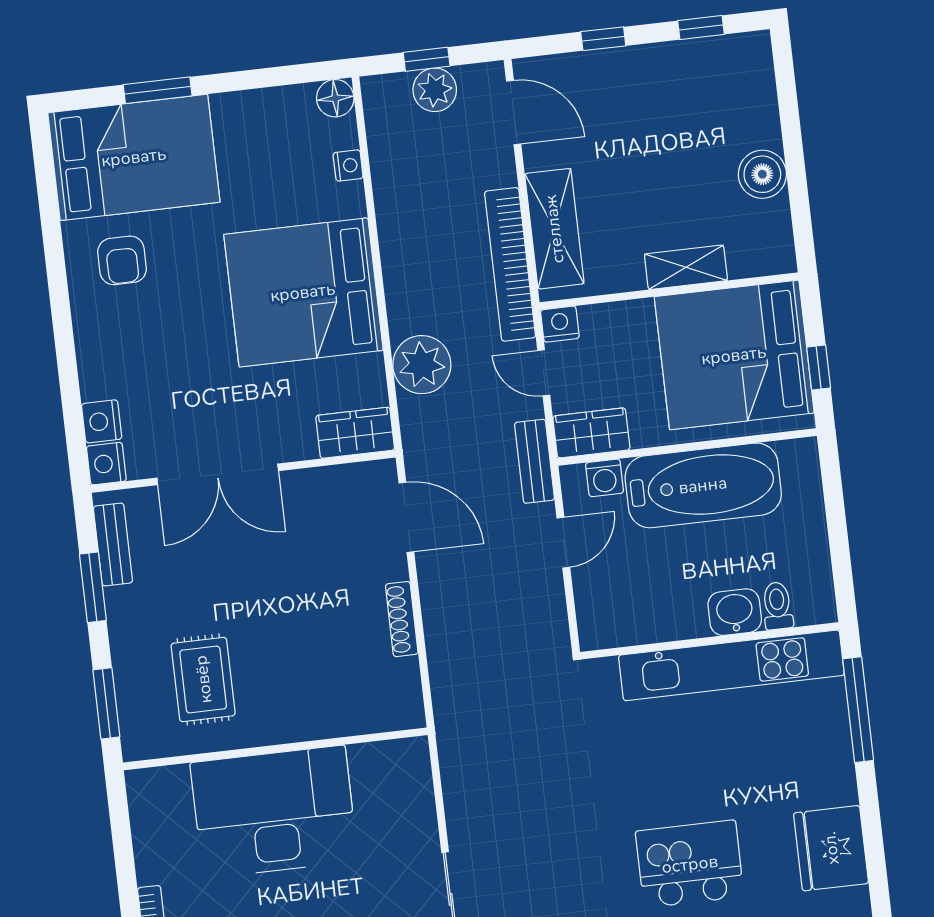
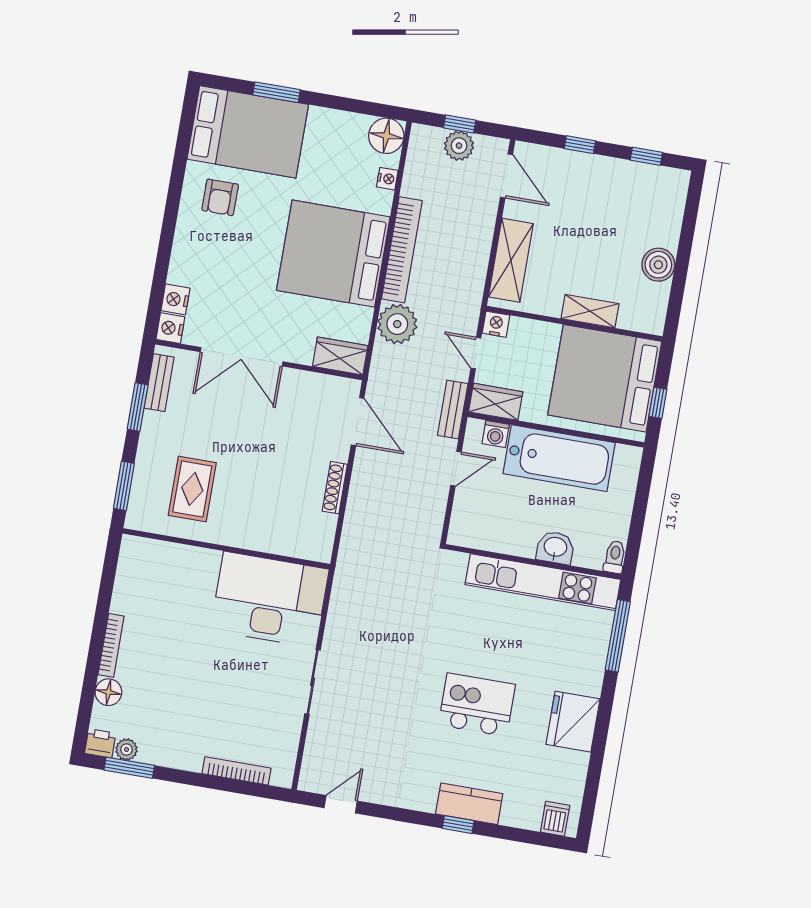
floor lamp: (335, 98) -> (386, 136), width x1.38, depth x1.38
bookcase: (510, 264) -> (402, 250), moved, turned 180
toilet: (777, 606) -> (615, 557), moved
desk: (274, 812) -> (270, 600), moved

